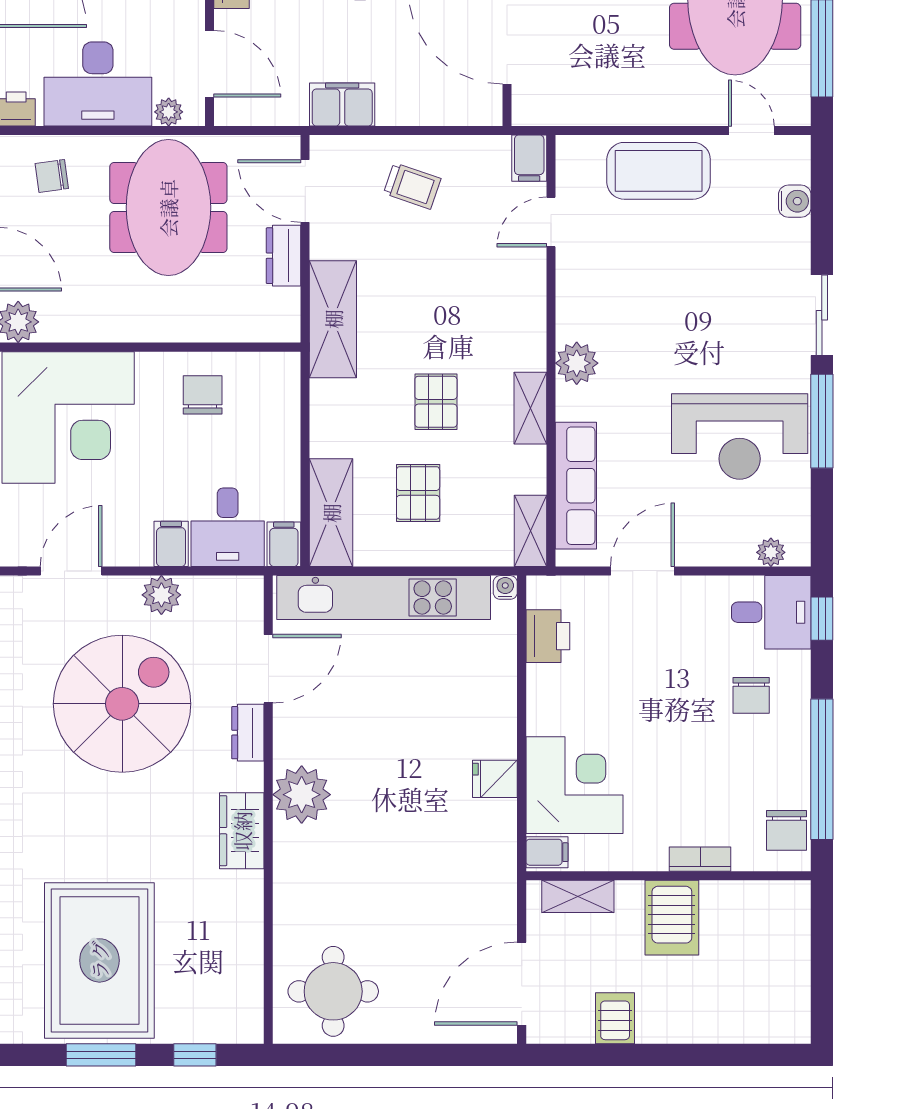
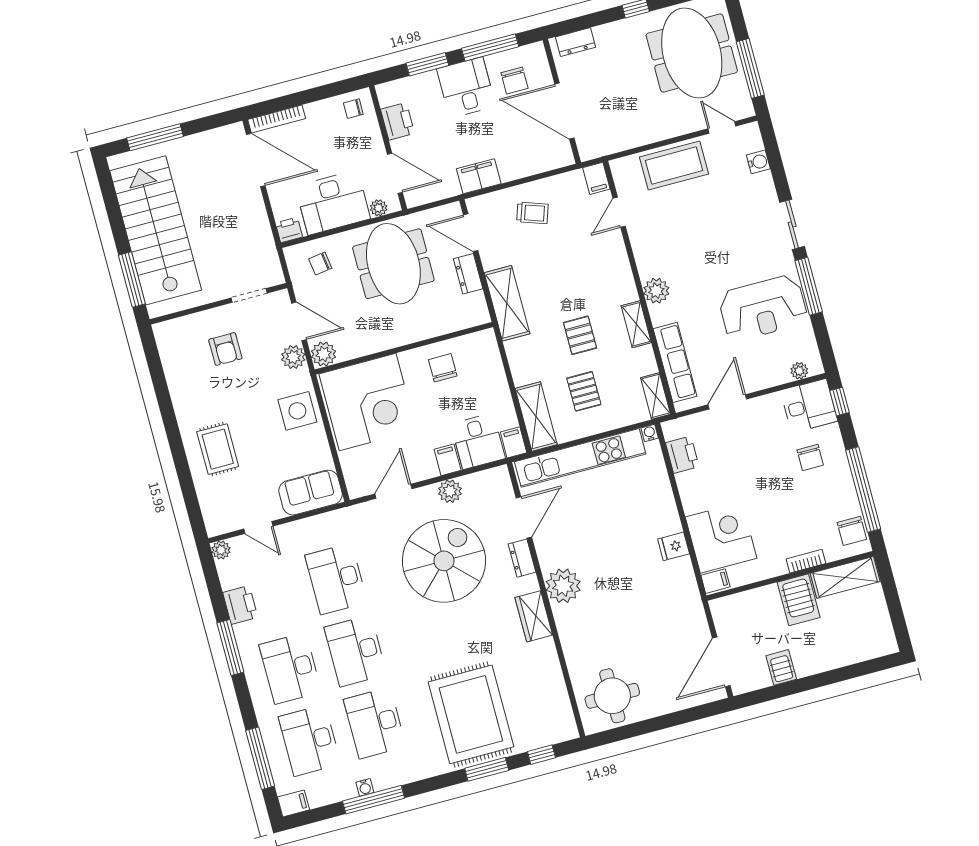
shelving: (578, 896) -> (845, 577), moved, width x1.50, depth x1.33

